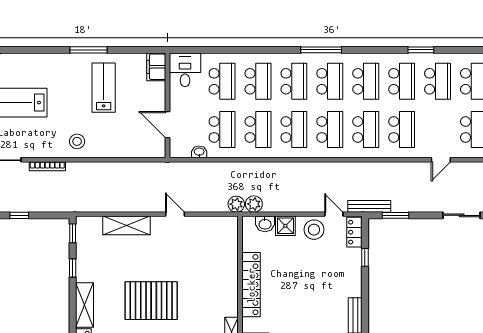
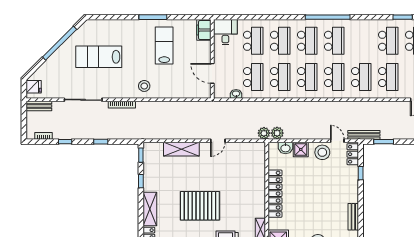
window: (321, 50) -> (328, 17), width x1.46
school desk: (366, 81) -> (361, 41), removed
door: (175, 214) -> (218, 141), swing flipped

